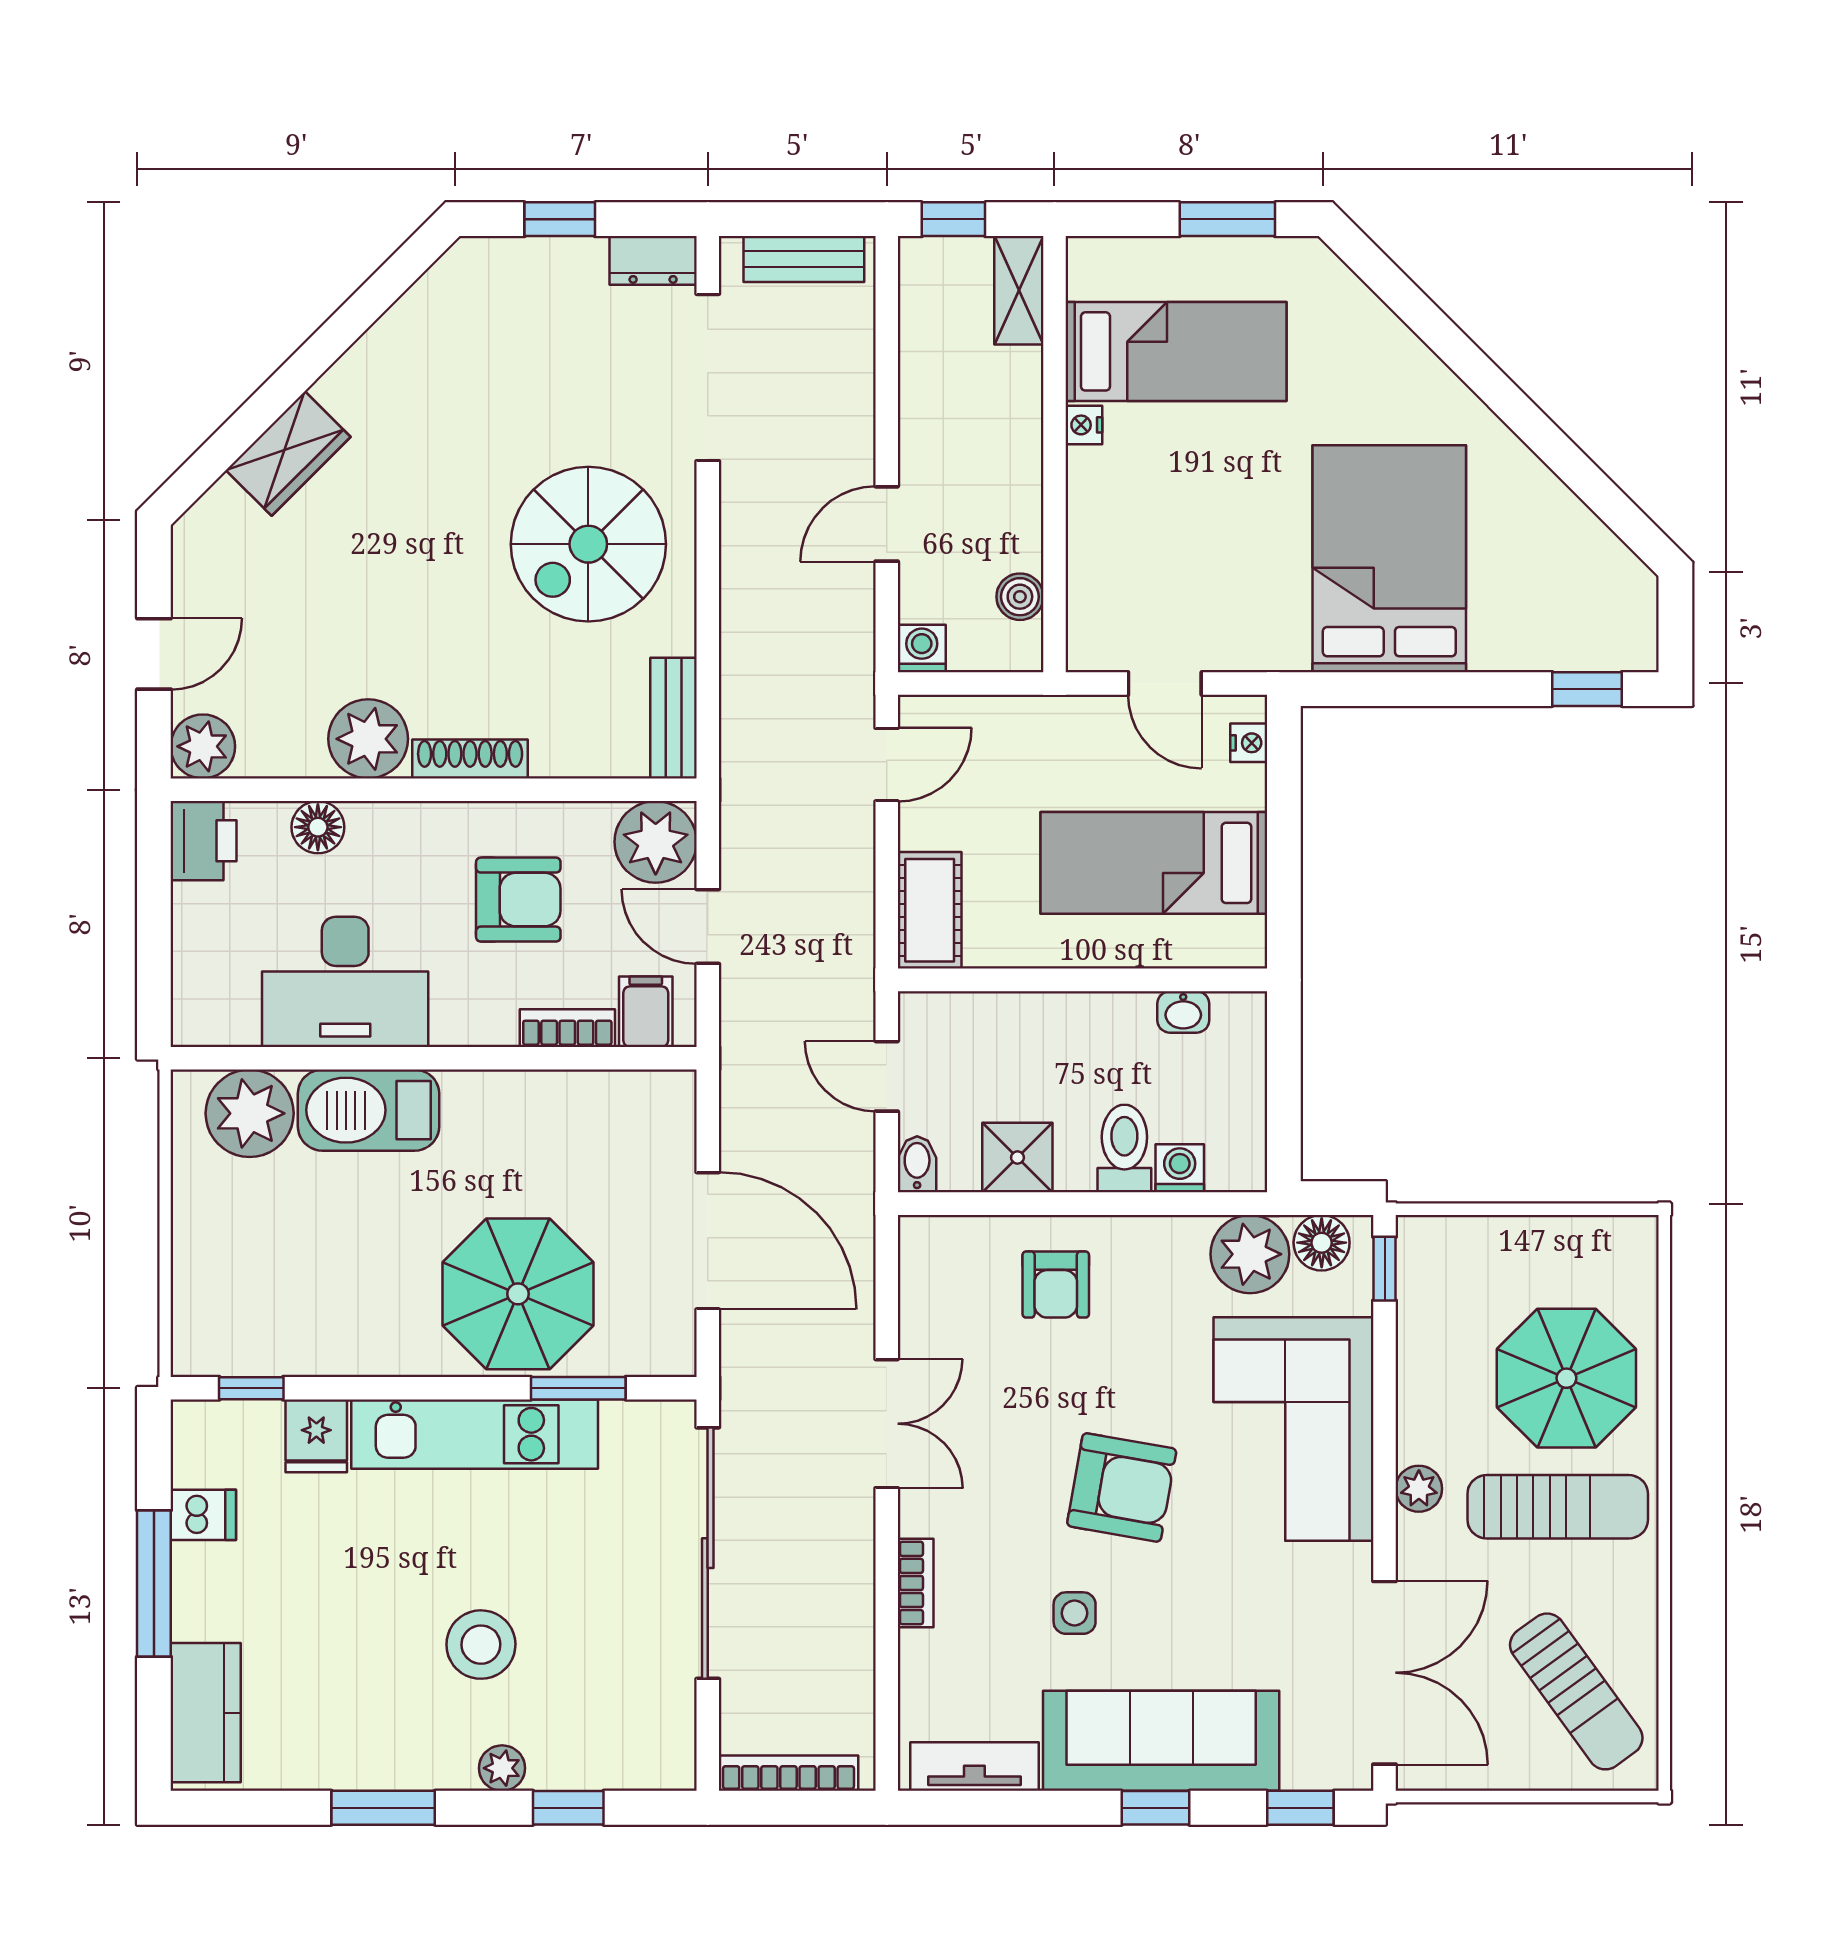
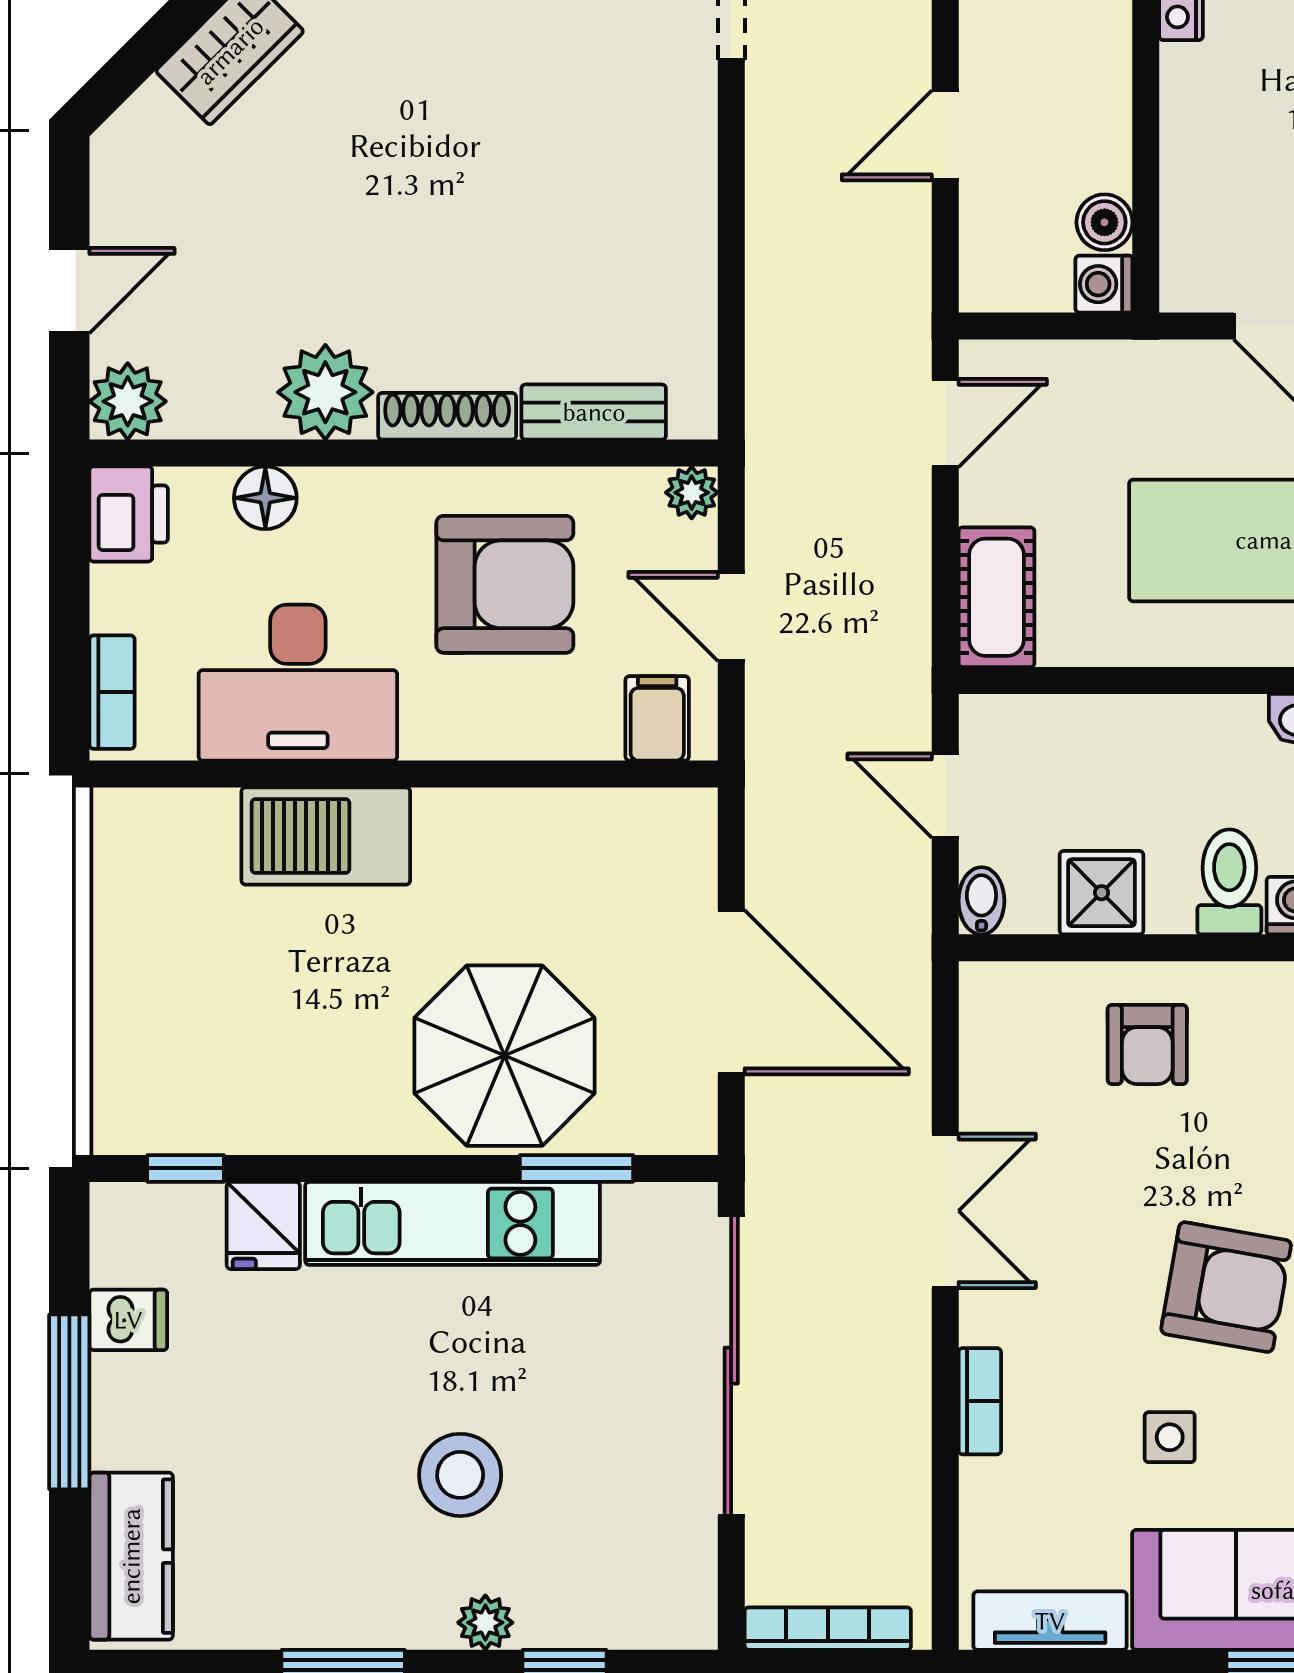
spiral stairs: (588, 544) -> (589, 159), removed
washing machine: (922, 648) -> (1104, 284), moved, turned -90
bench: (673, 718) -> (594, 412), moved, turned 90
plant: (656, 842) -> (692, 493), width x0.53, depth x0.53
armchair: (518, 900) -> (505, 584), width x1.36, depth x1.36
bookcase: (567, 1028) -> (112, 692), moved, turned 90
plant: (250, 1113) -> (184, 840), removed

